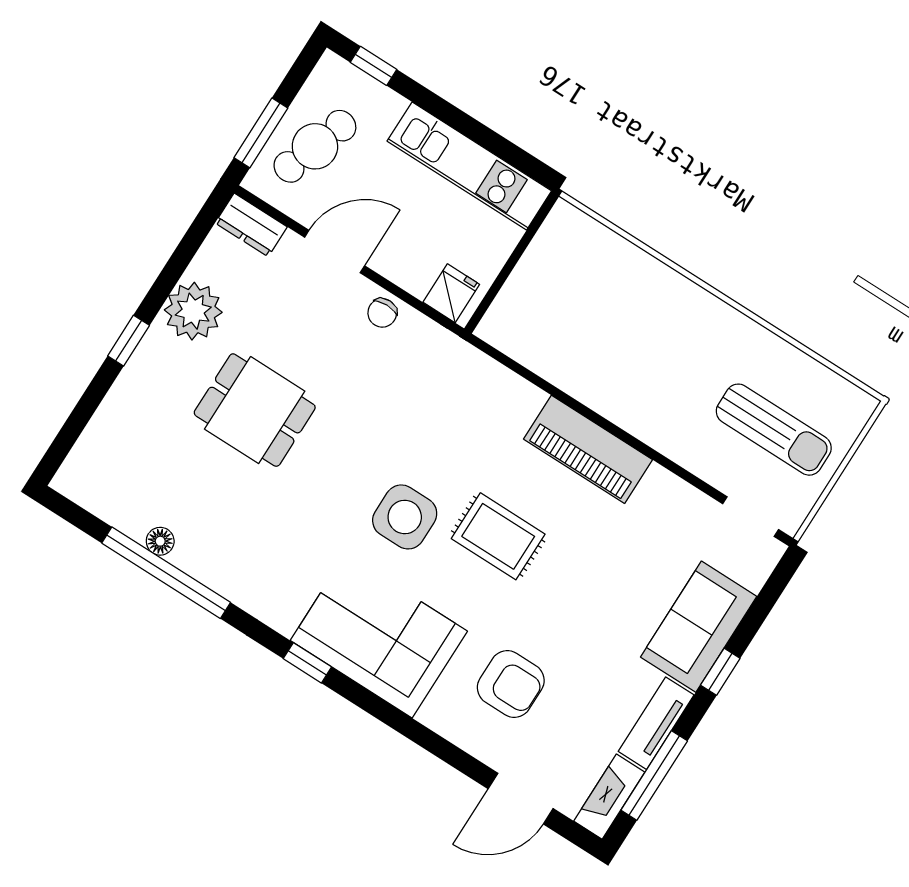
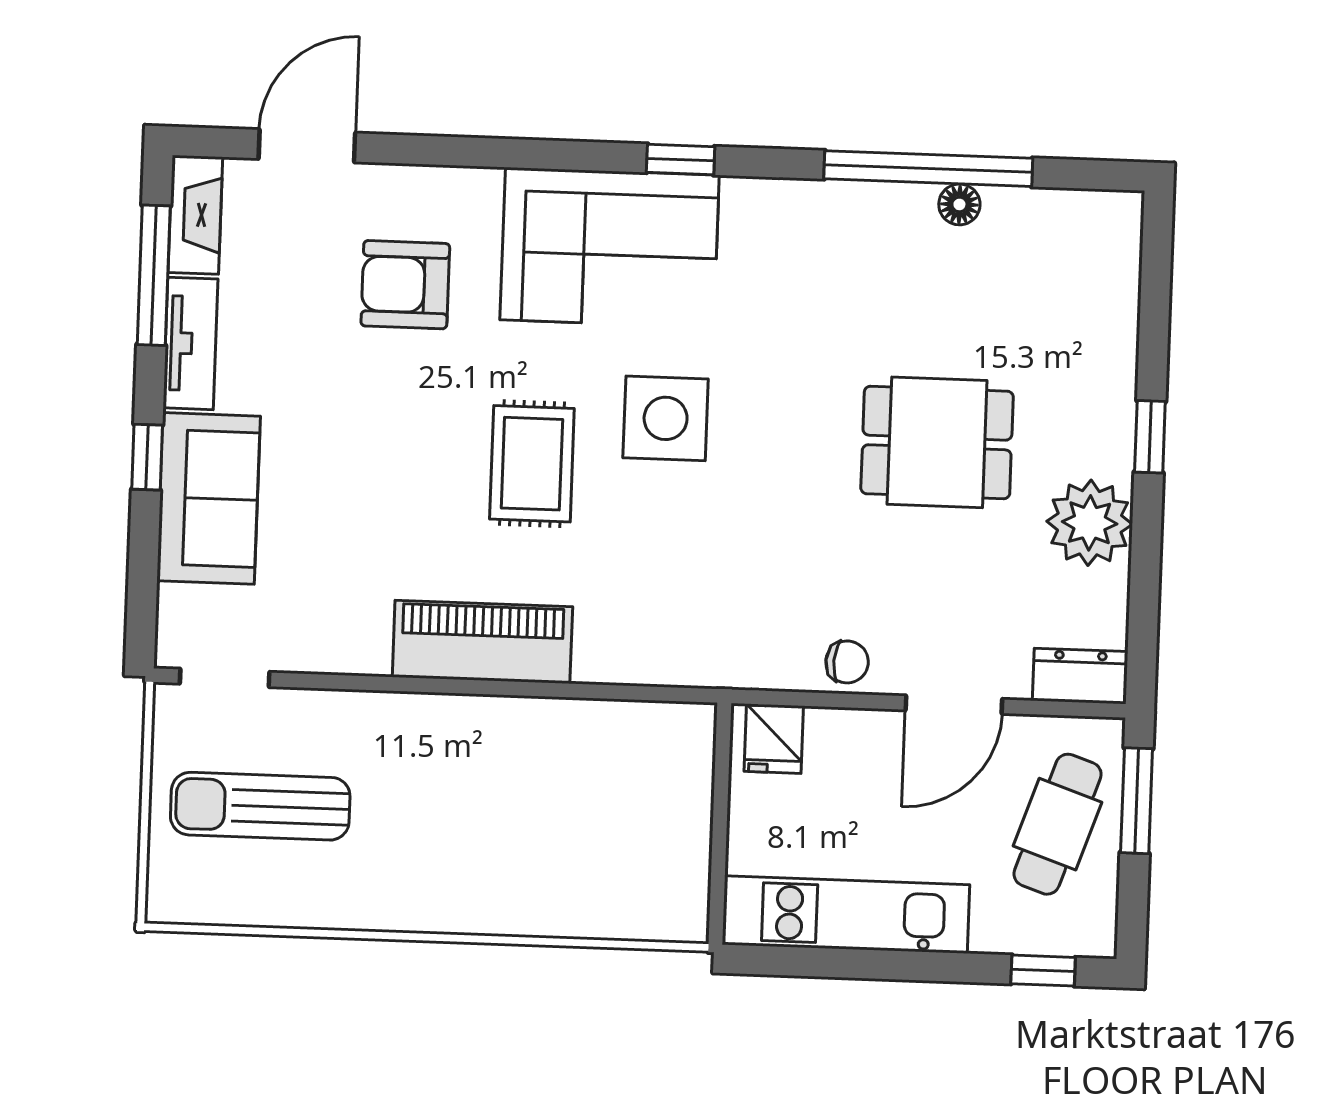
chair: (382, 313) -> (847, 662), turned 94
rug: (498, 536) -> (532, 464), turned 90

